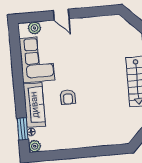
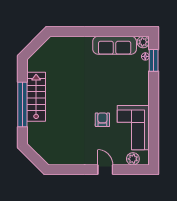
armchair: (68, 97) -> (102, 120), moved
sofa: (34, 105) -> (115, 45), moved, turned -90

